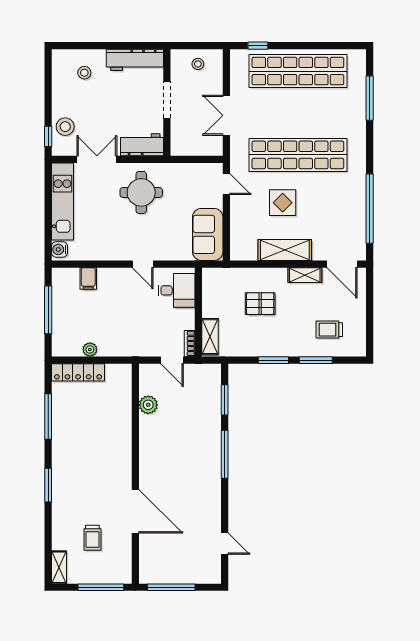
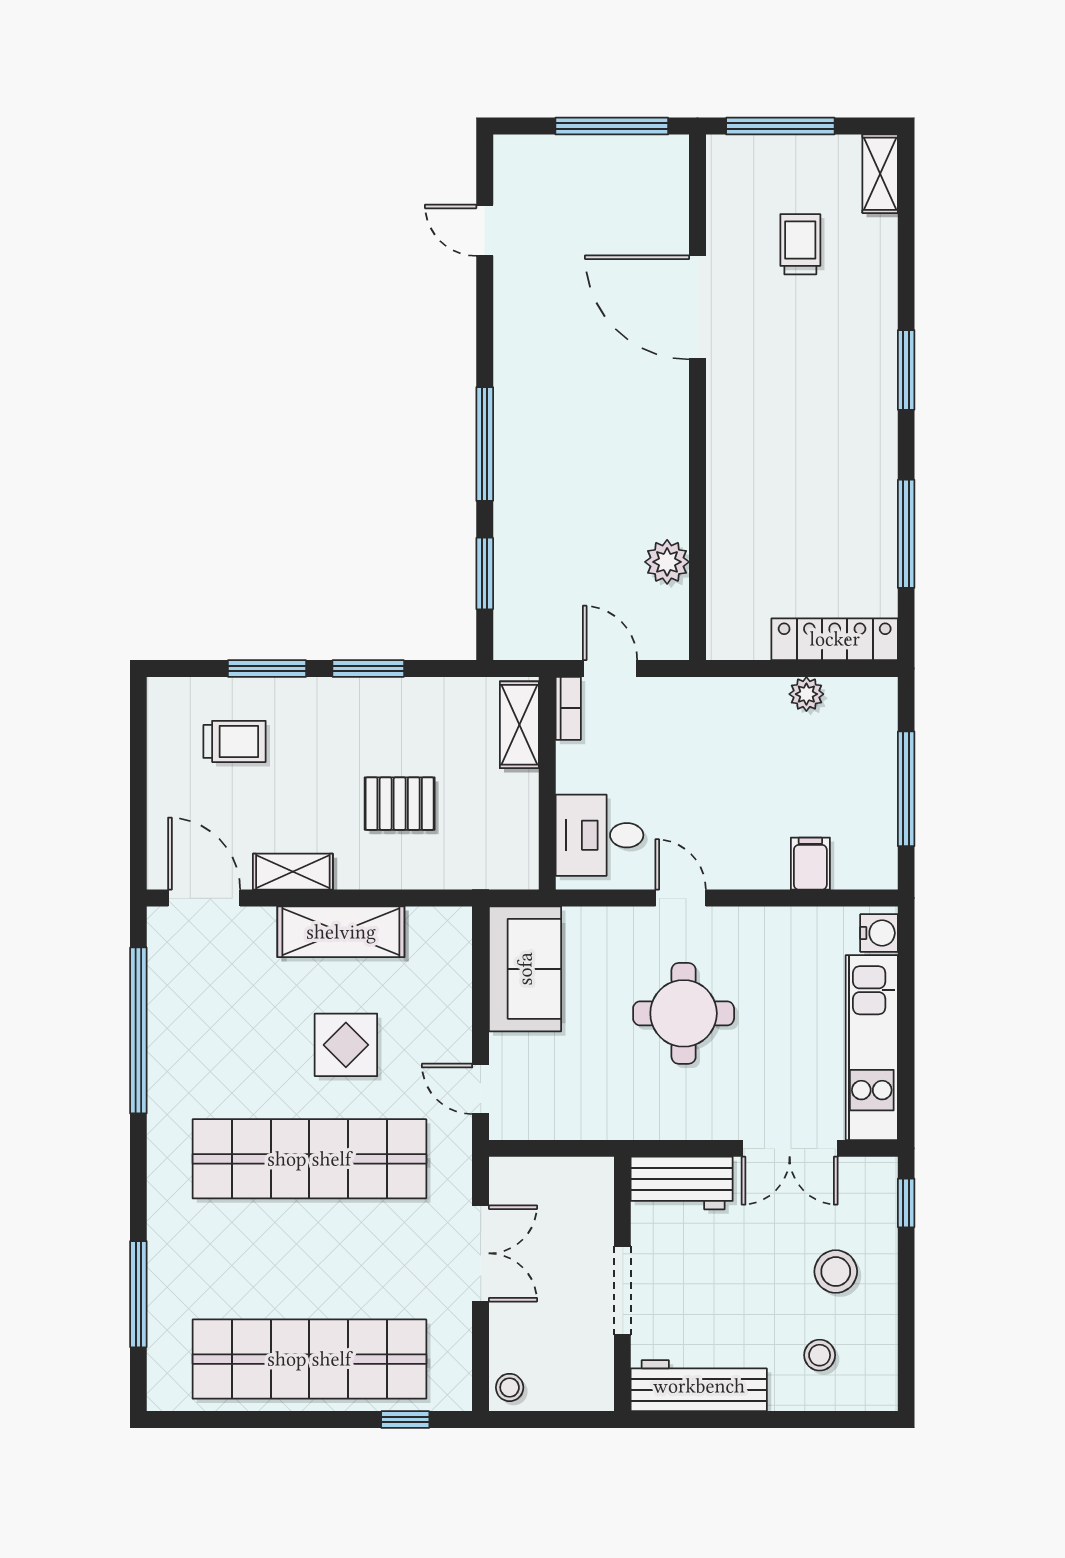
stool: (198, 64) -> (510, 1387), moved
stool: (65, 127) -> (836, 1272), moved
round table: (141, 192) -> (684, 1013), moved

